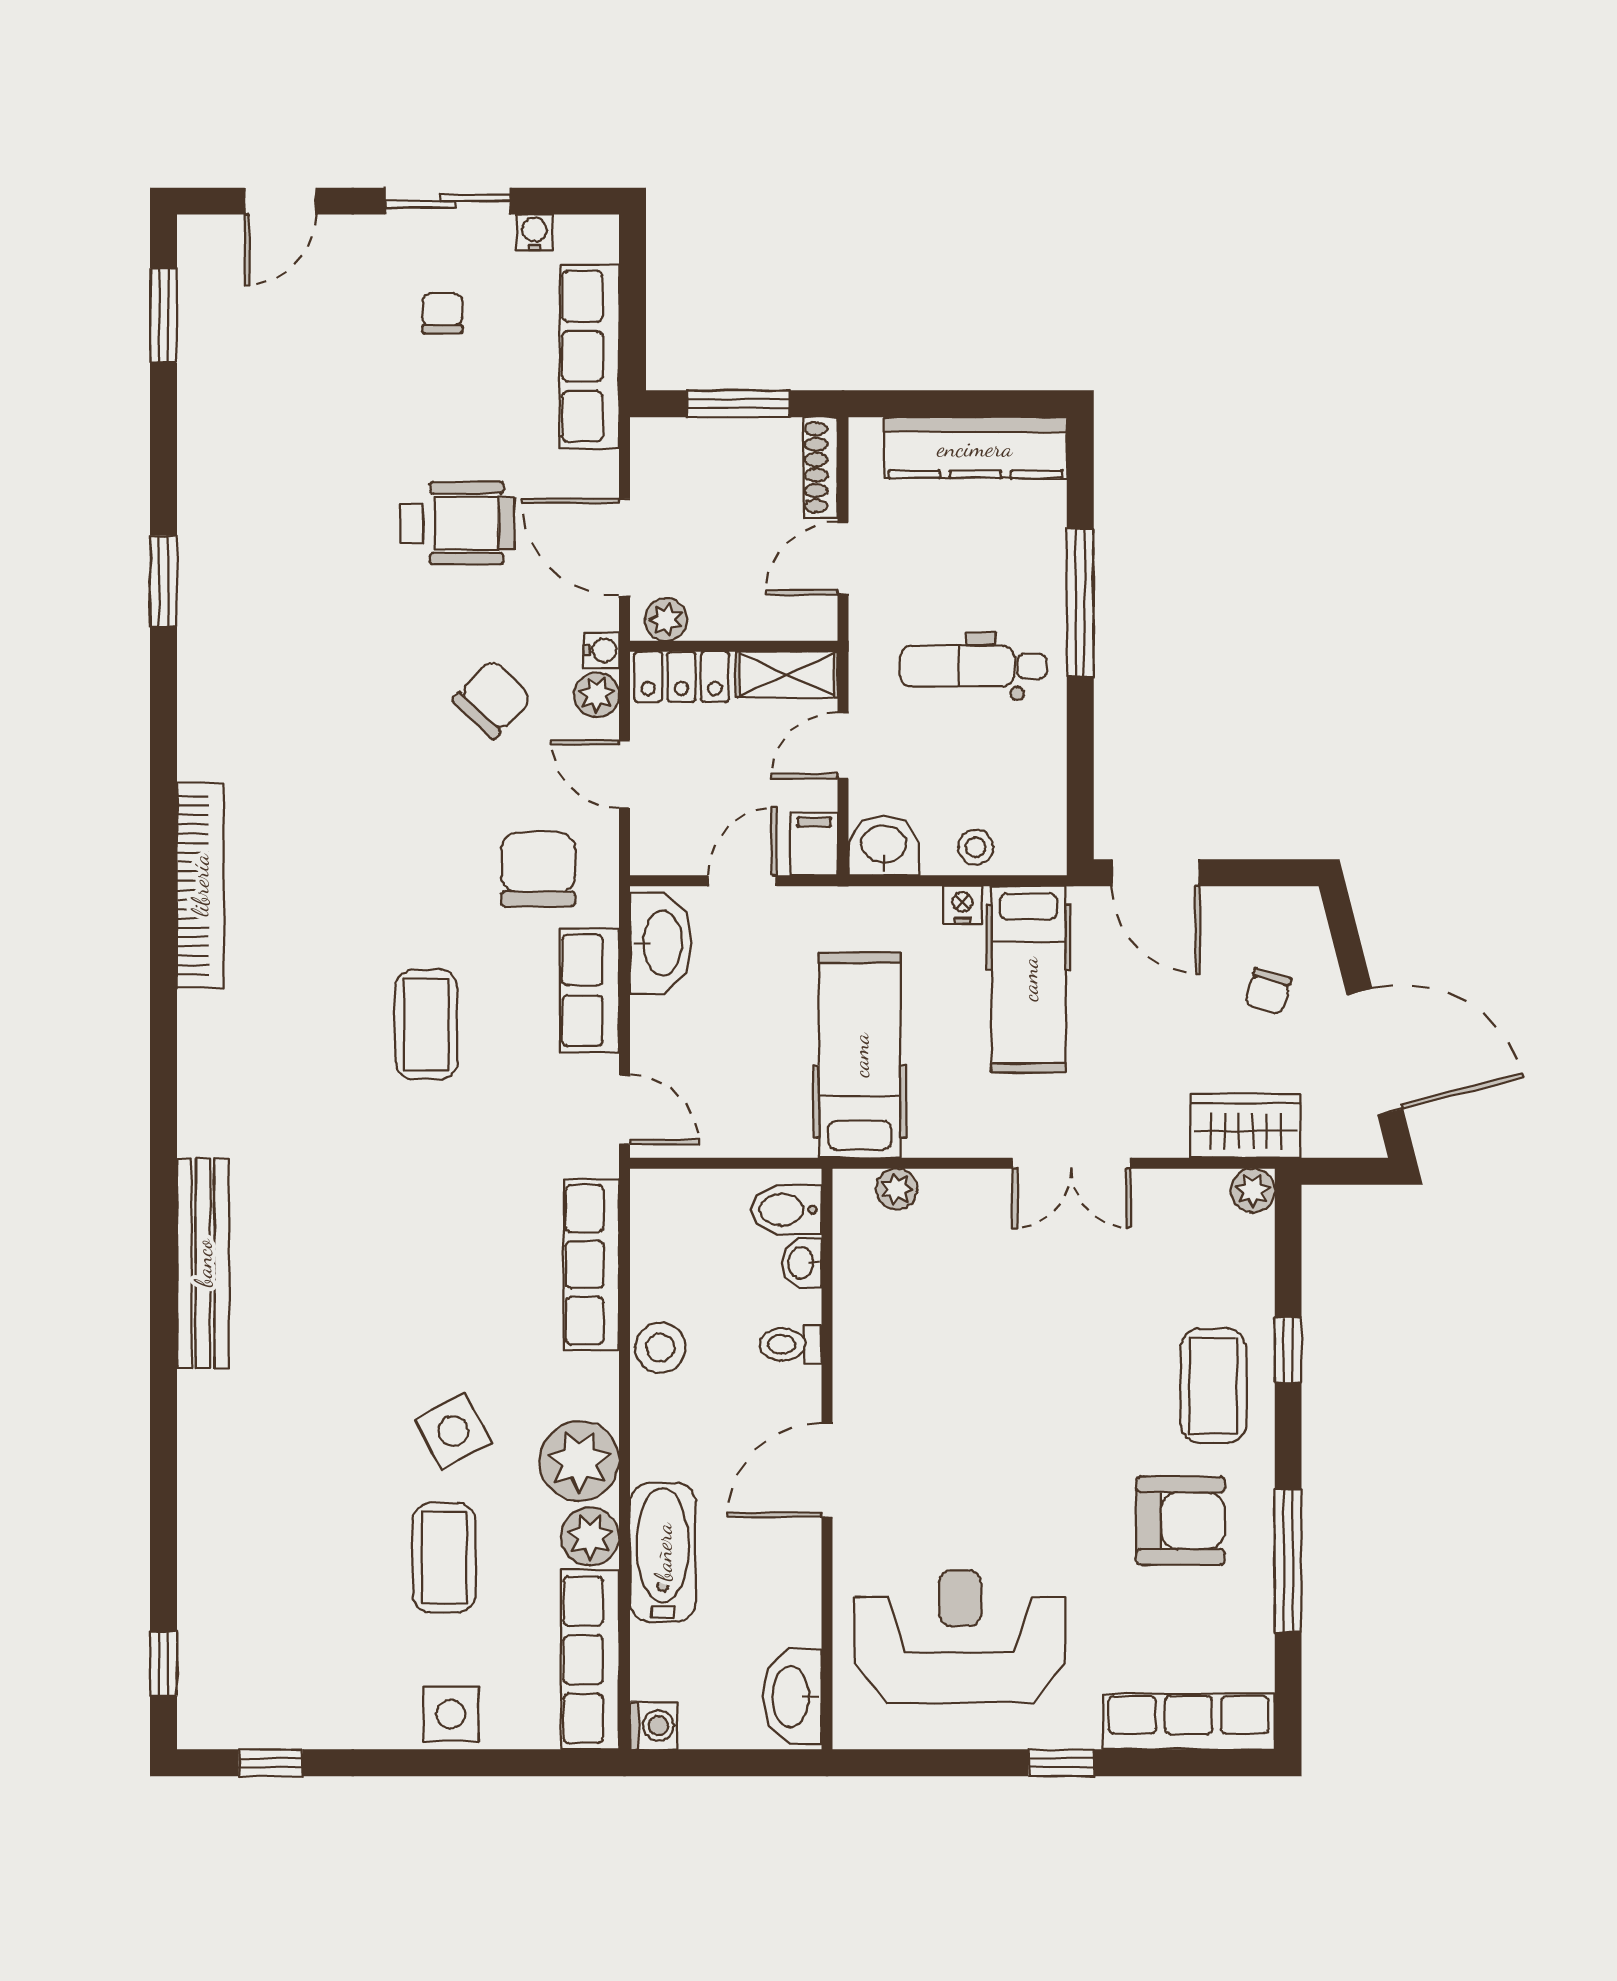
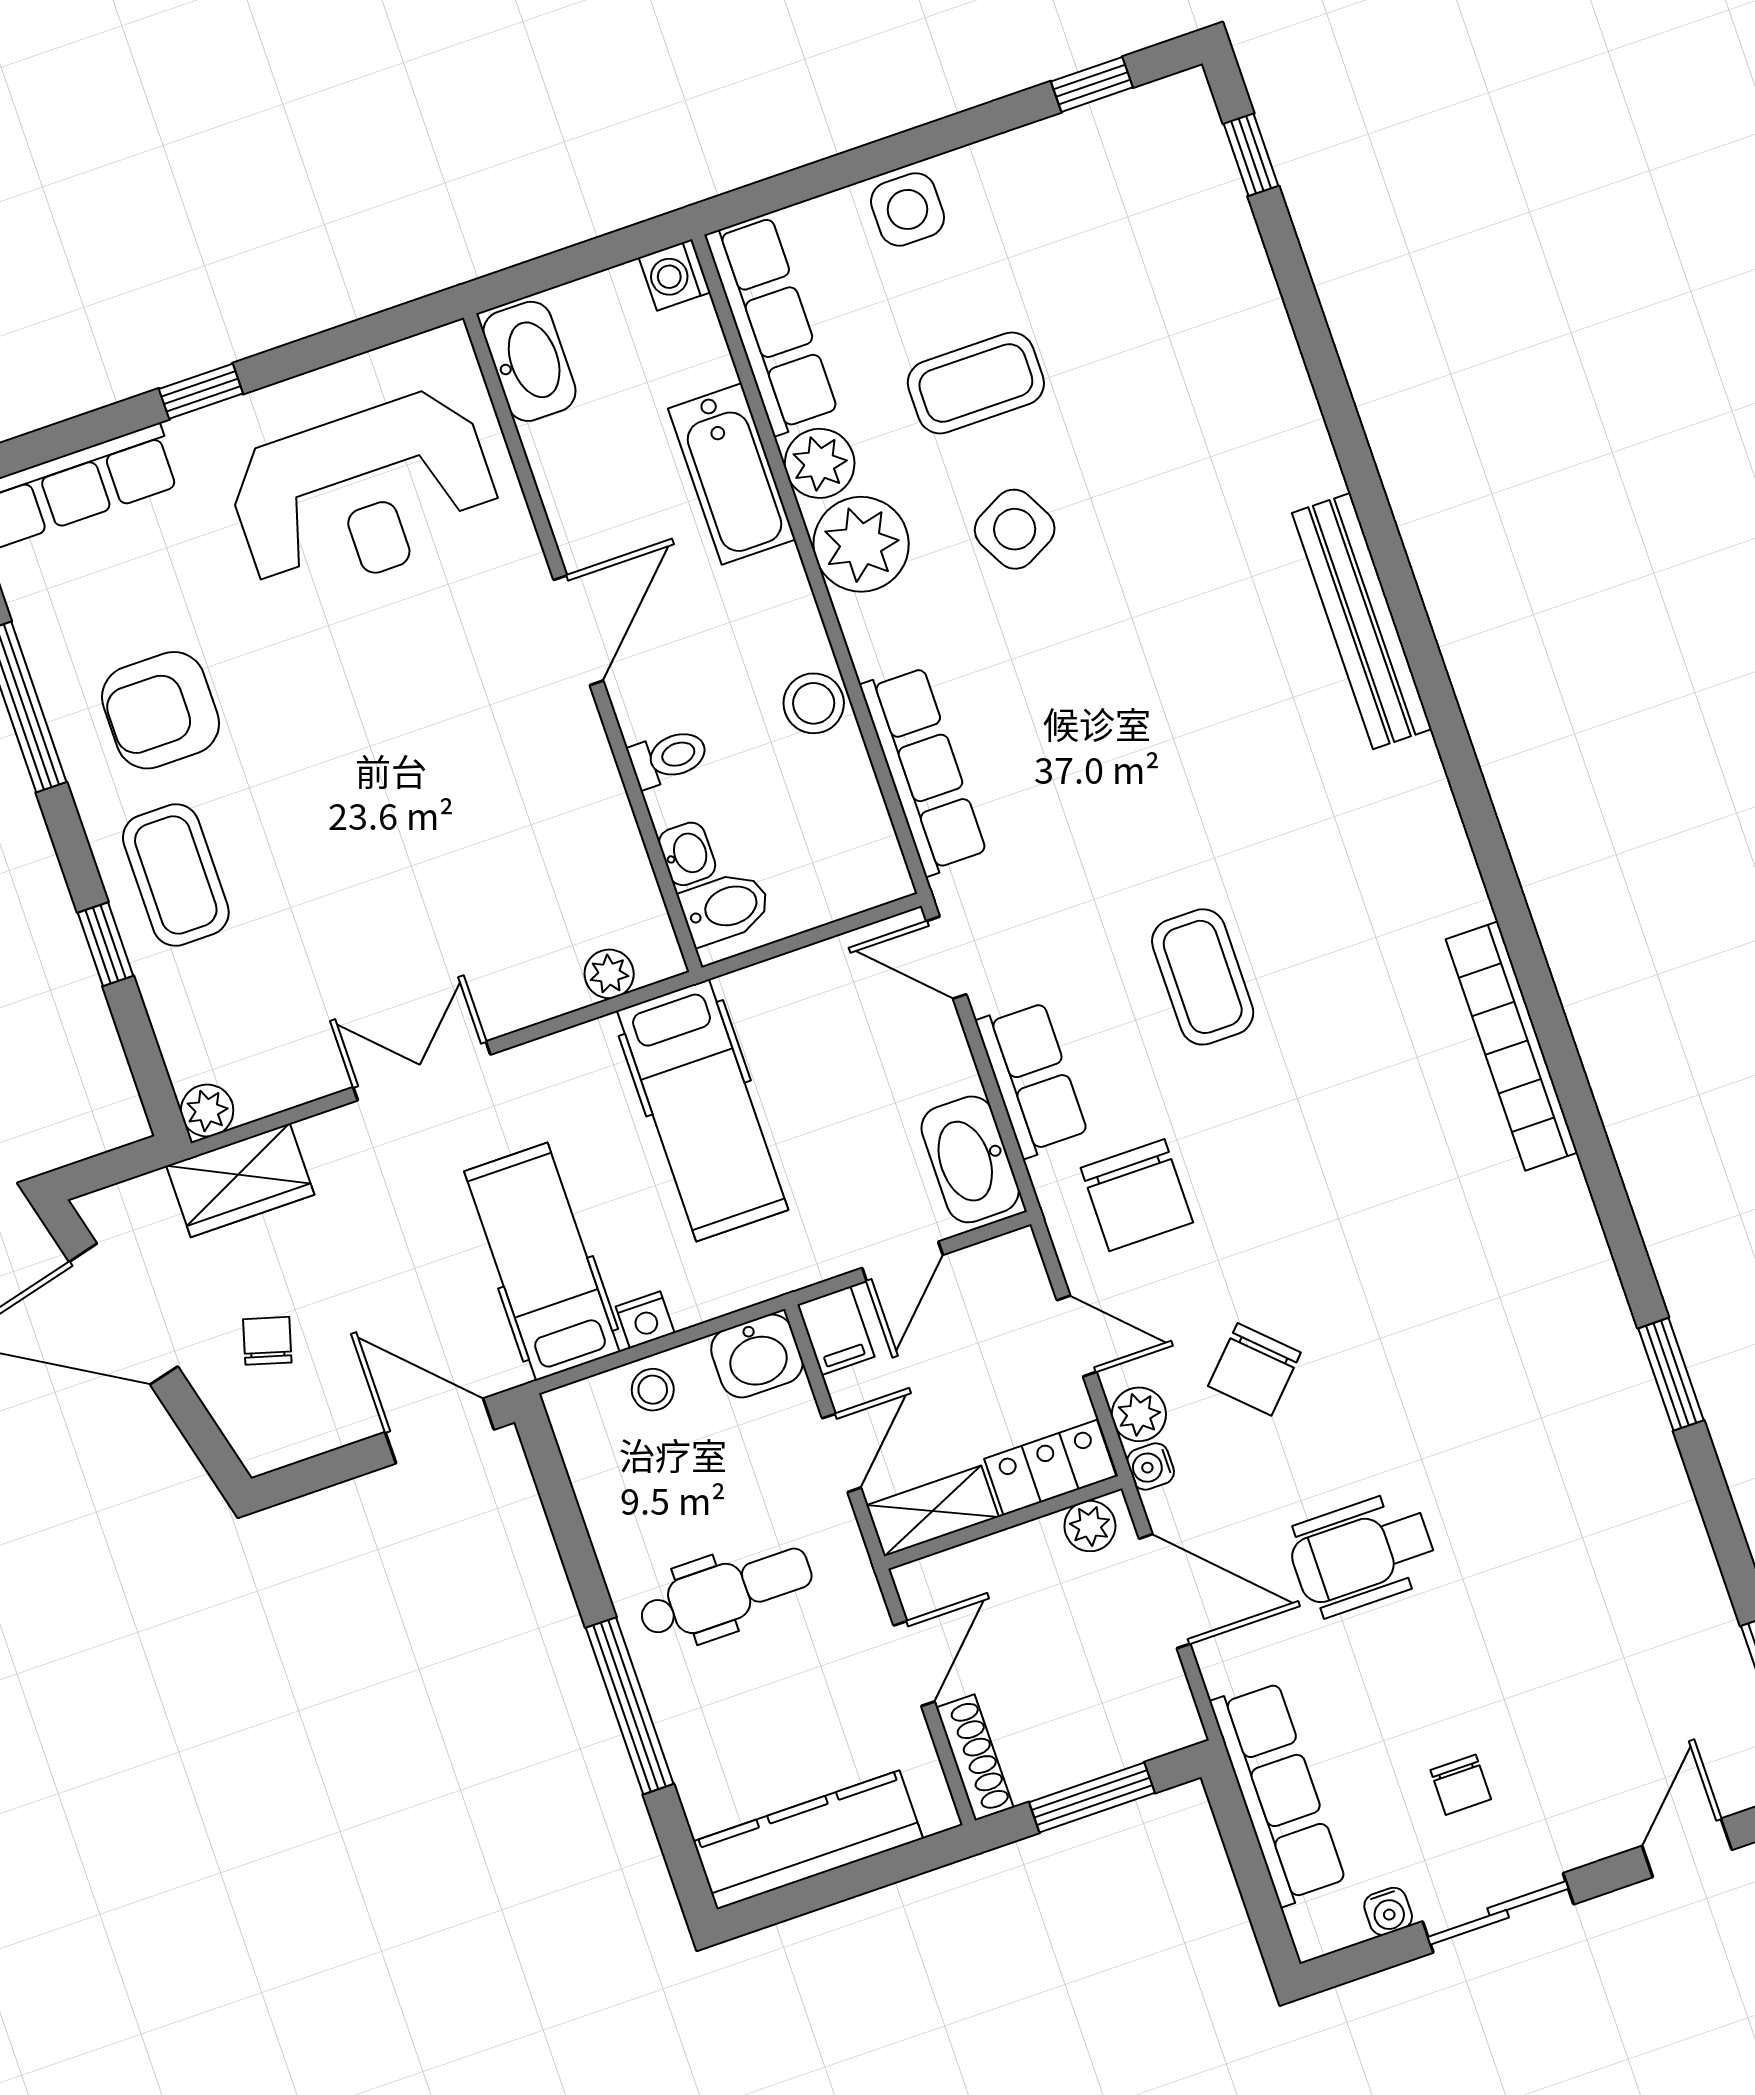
coffee table: (444, 1558) -> (976, 383), turned 90

